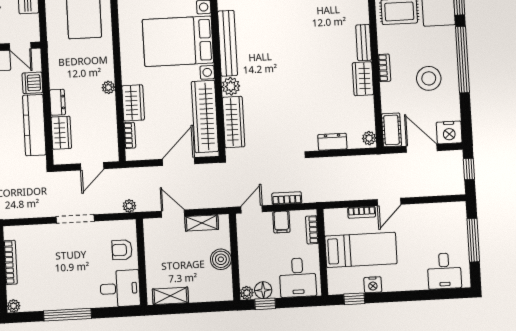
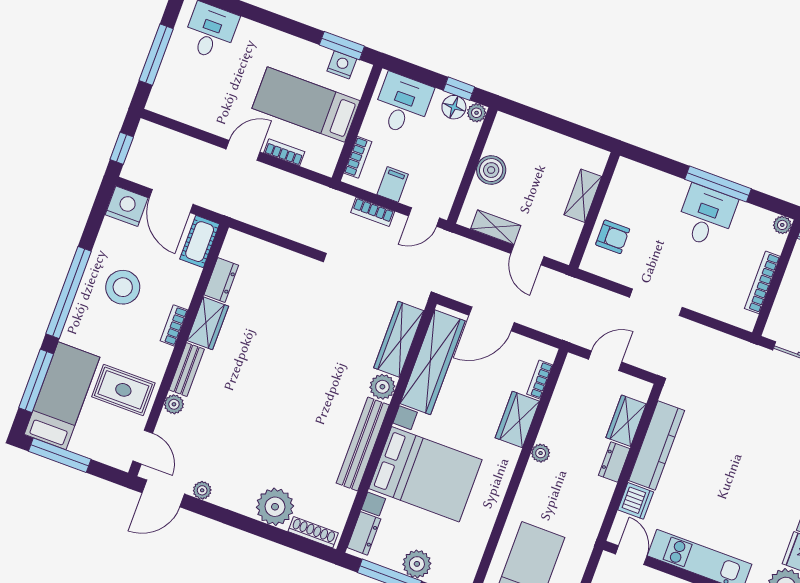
plant: (369, 138) -> (174, 404), moved
dresser: (332, 142) -> (221, 280), moved, turned -90
plant: (129, 206) -> (579, 289), removed
nightstand: (373, 285) -> (342, 65), moved
desk: (120, 288) -> (706, 216), moved, turned 90
shelving: (170, 296) -> (583, 196), moved, turned 90
window: (354, 299) -> (342, 46), width x1.50

